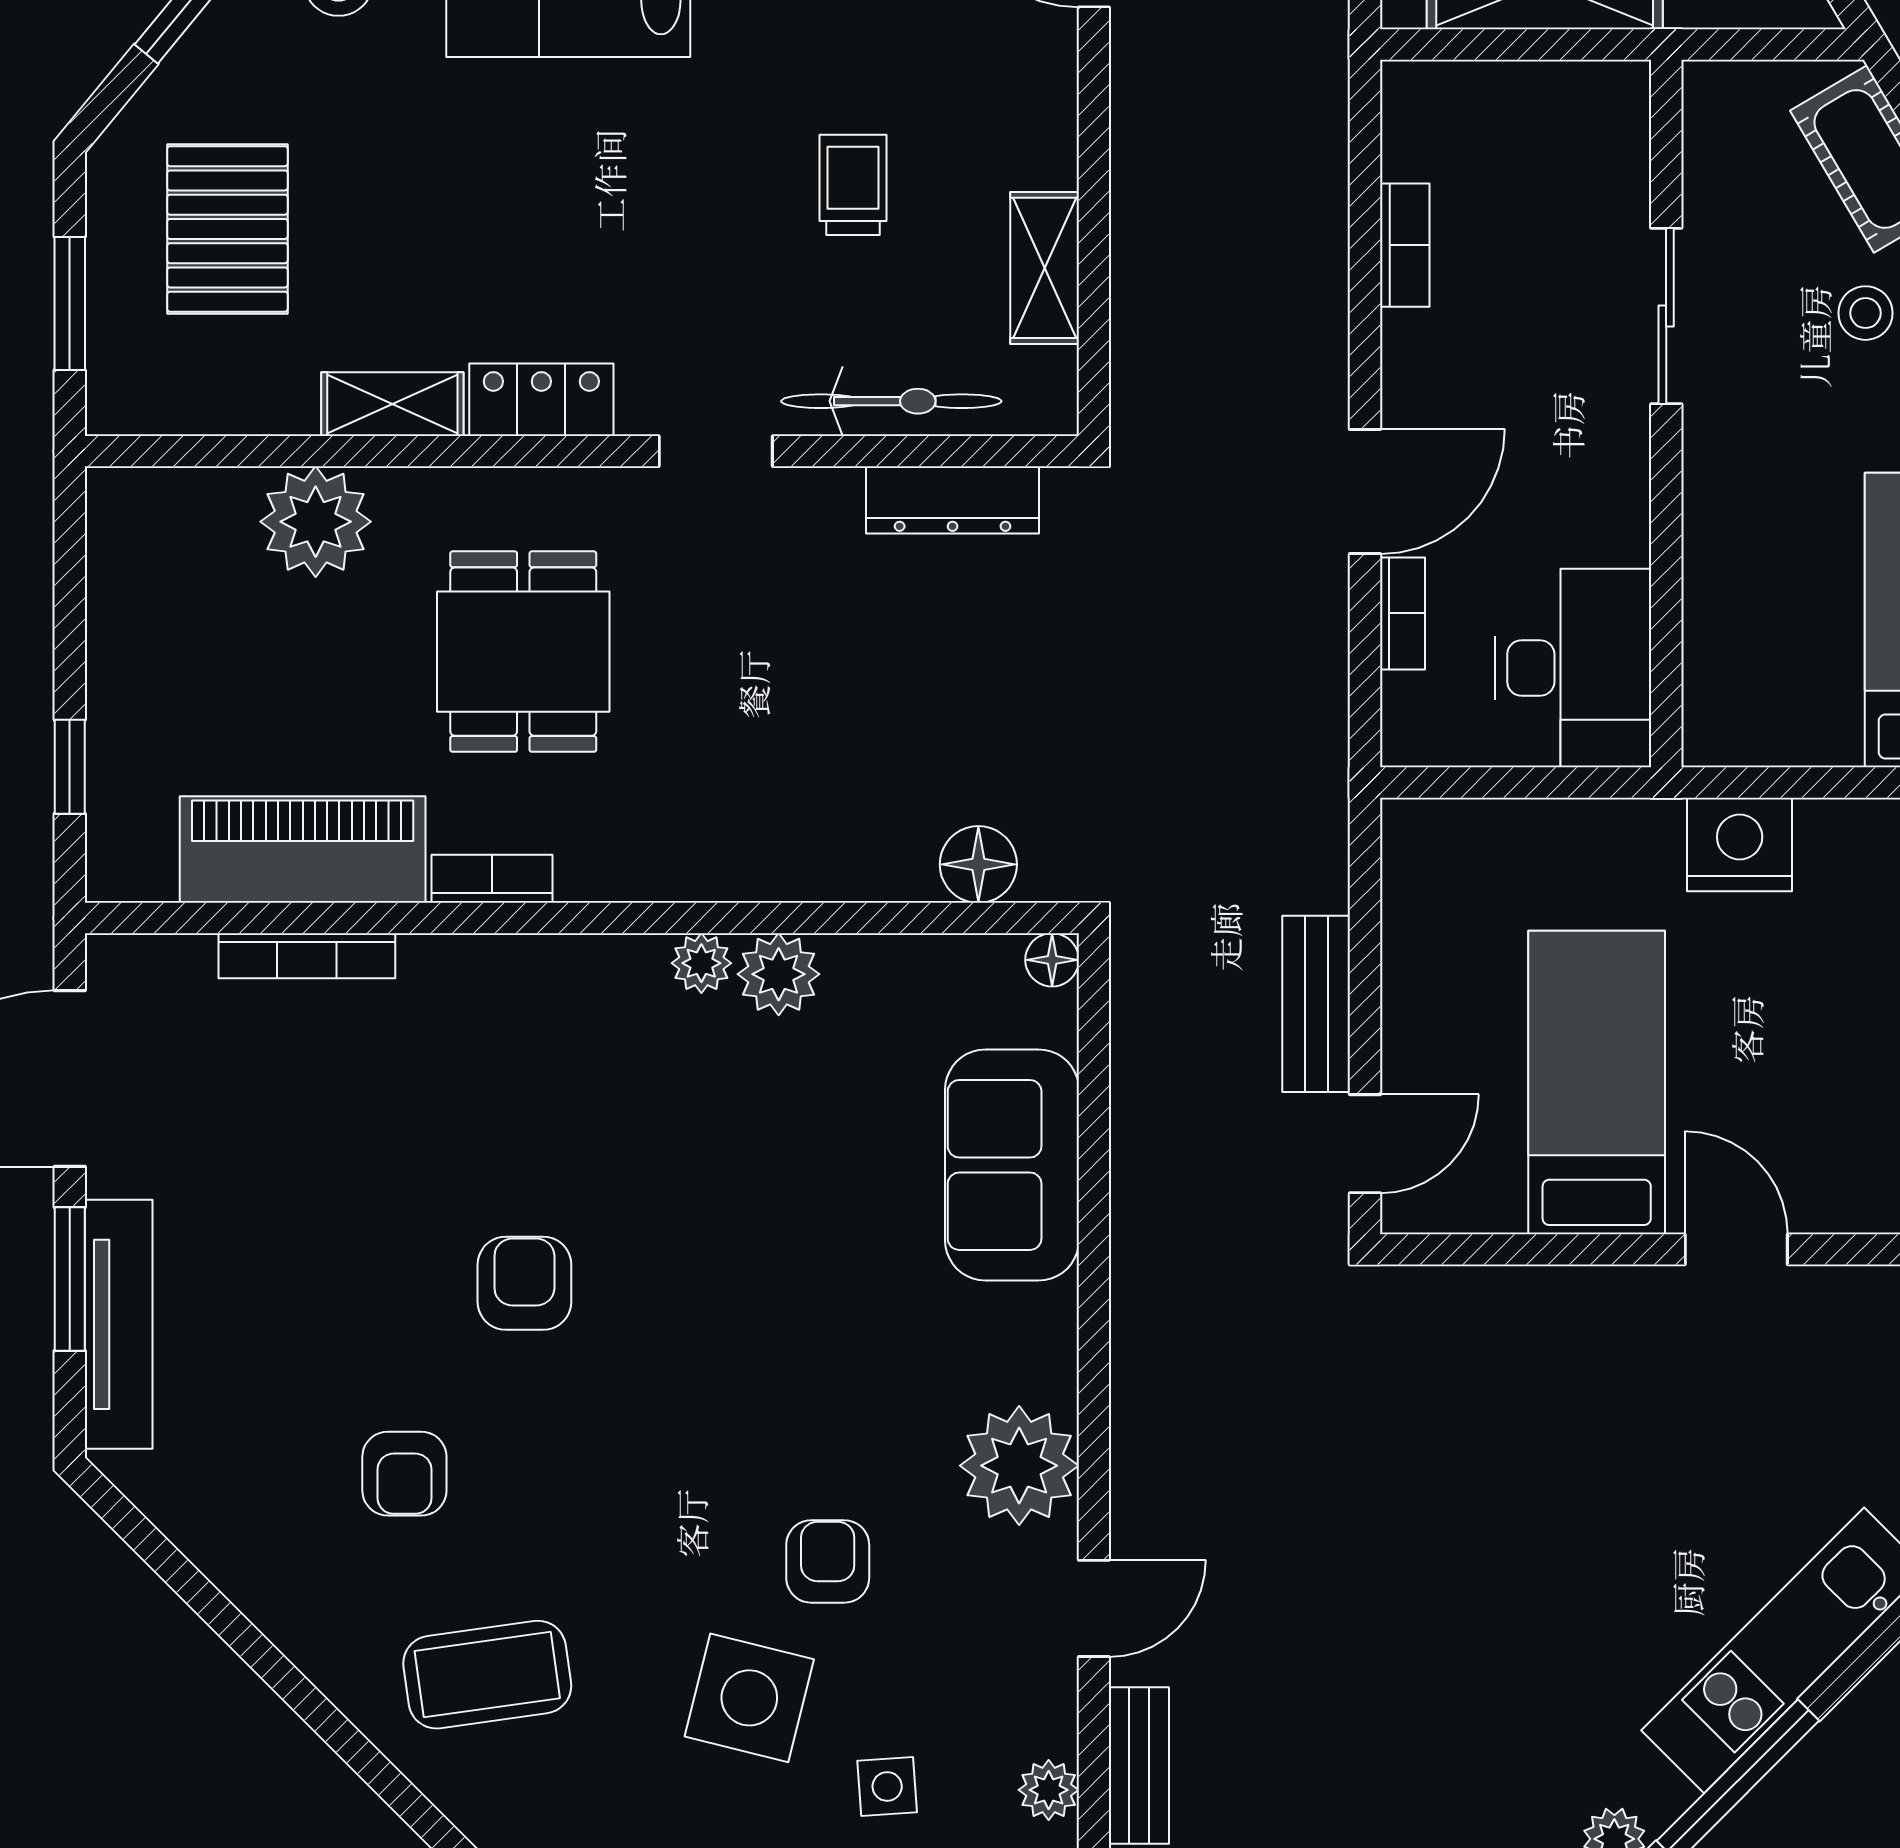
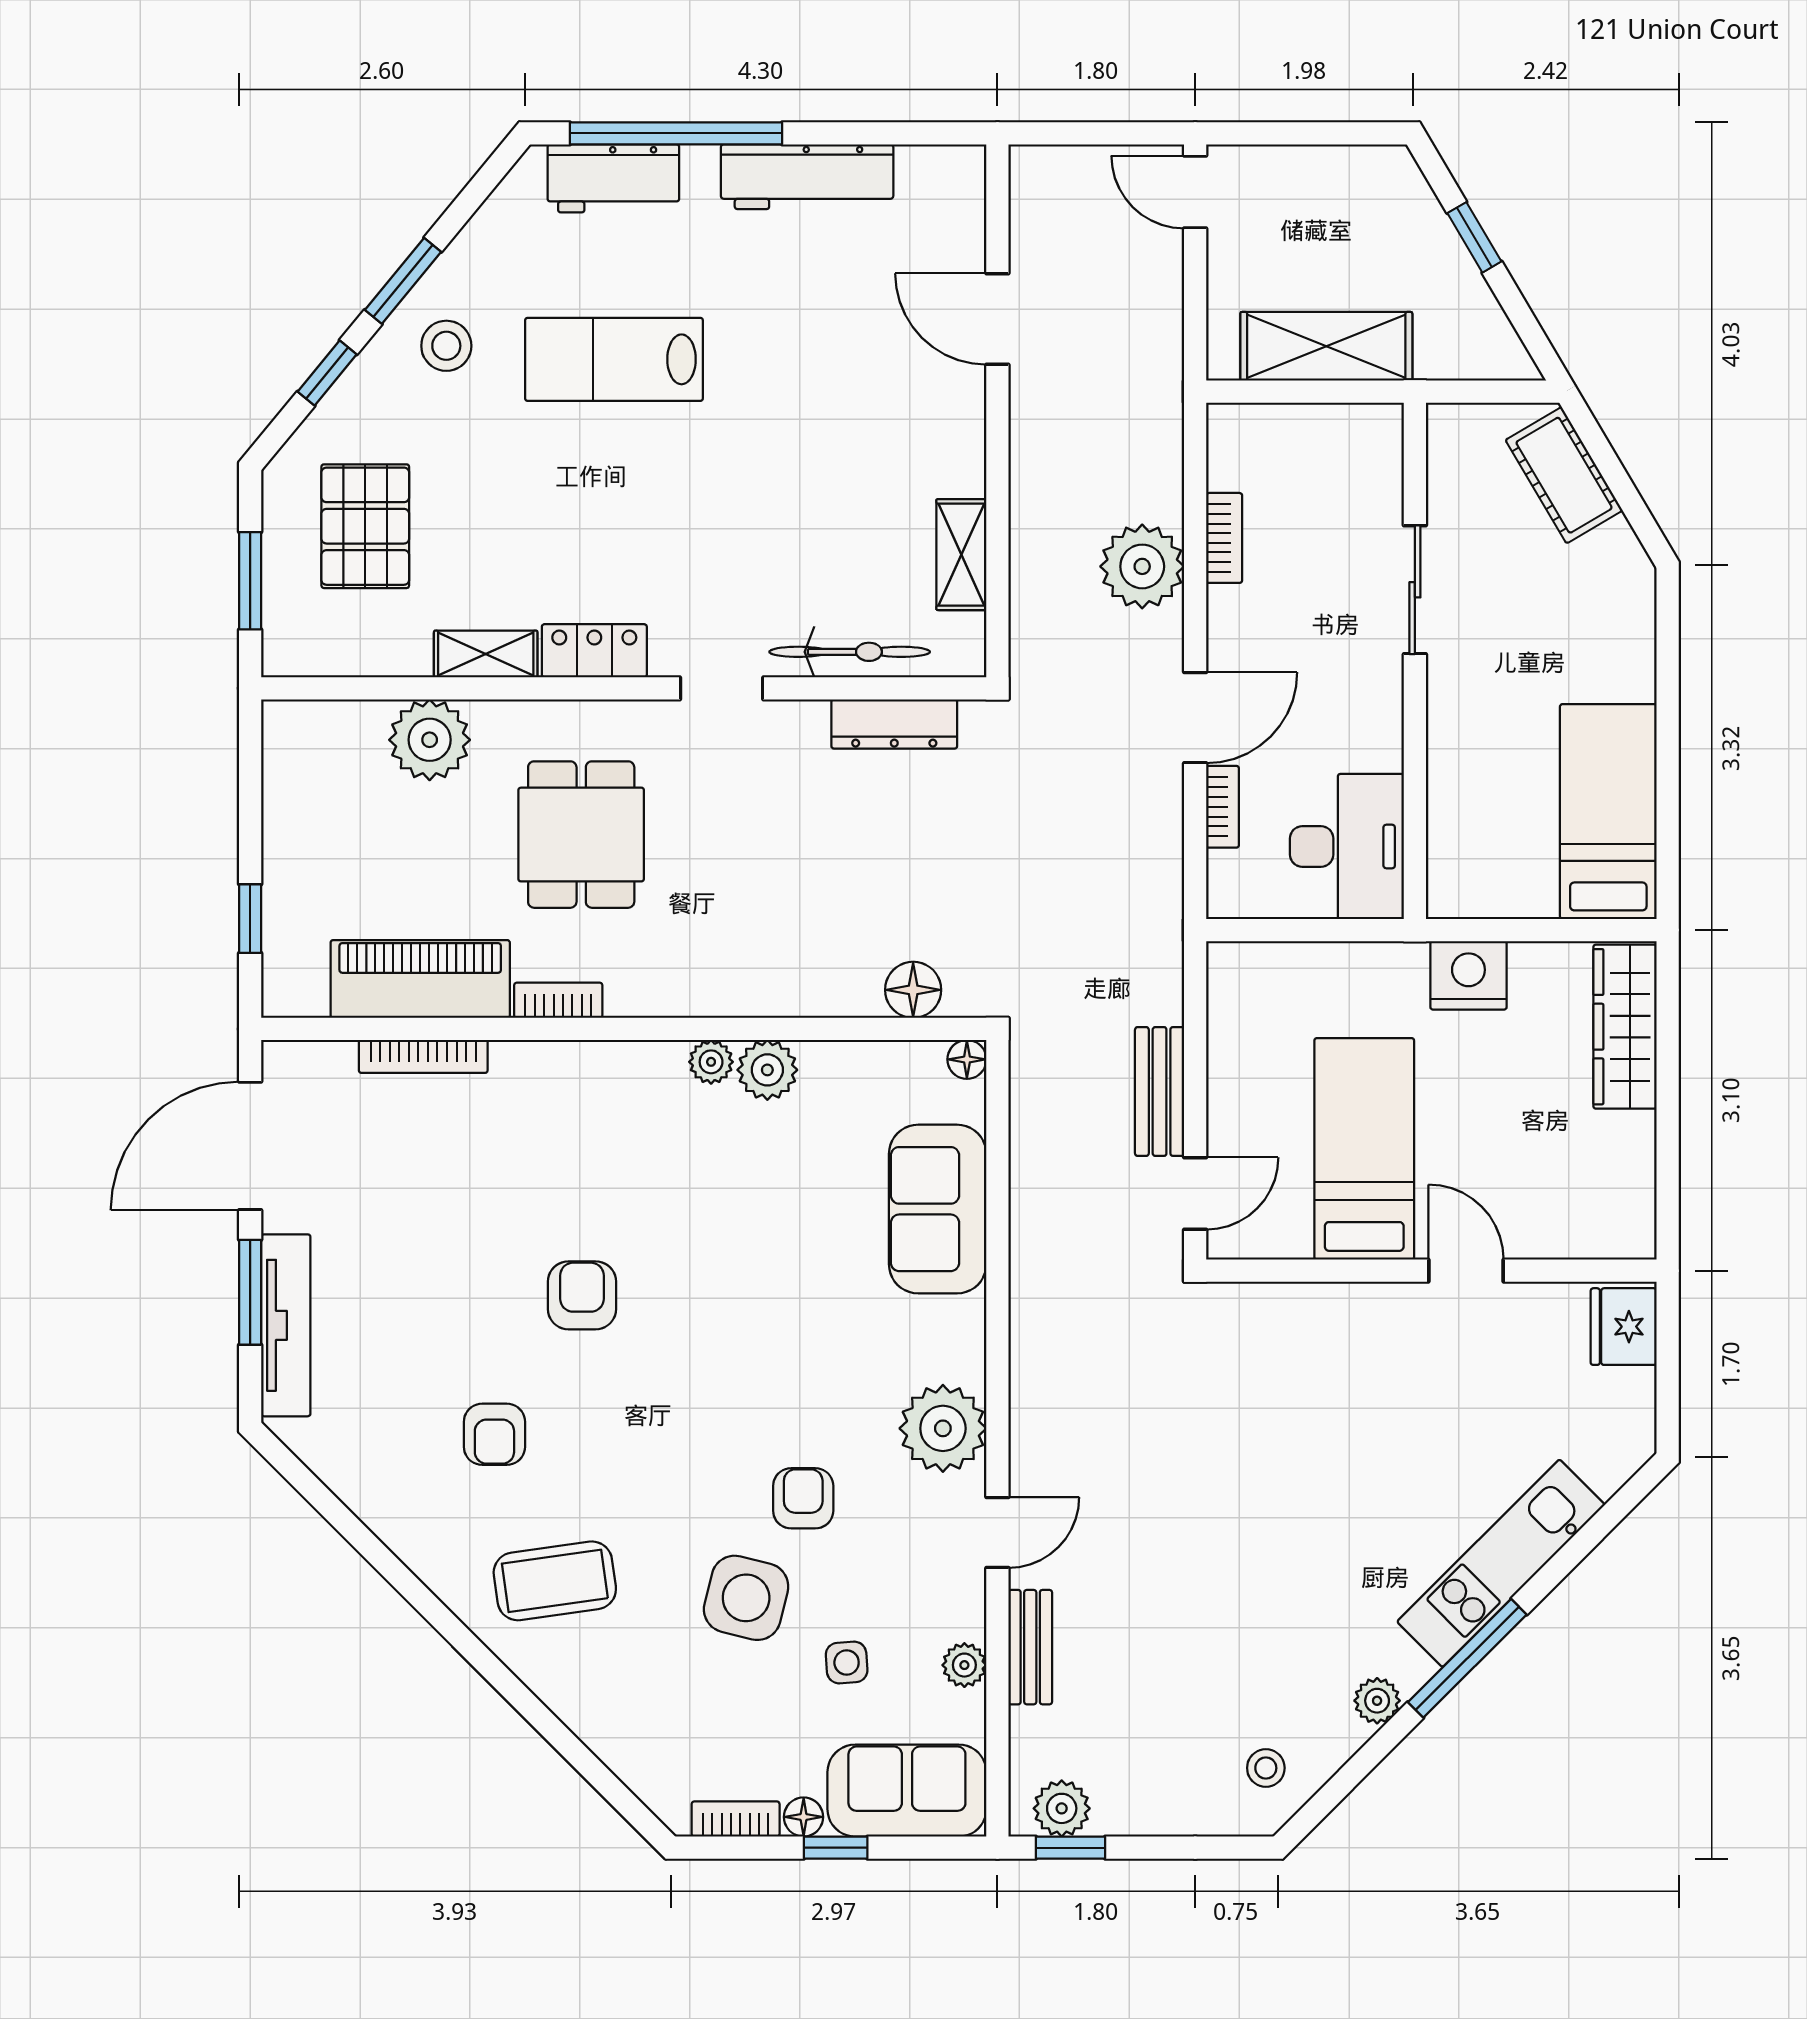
trolley: (853, 185) -> (822, 494), removed
plant: (1292, 284) -> (1142, 566), added
stool: (1865, 313) -> (1560, 588), removed

